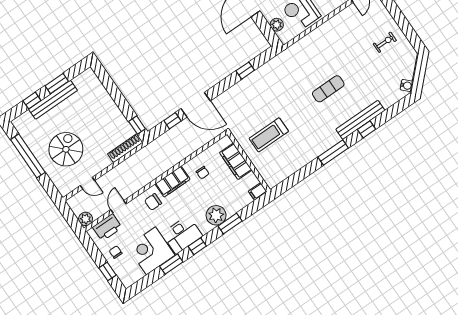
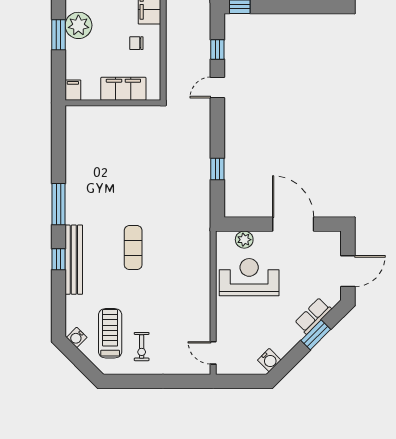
door: (196, 105) -> (217, 88), width x0.53
treadmill: (269, 135) -> (110, 333), moved

